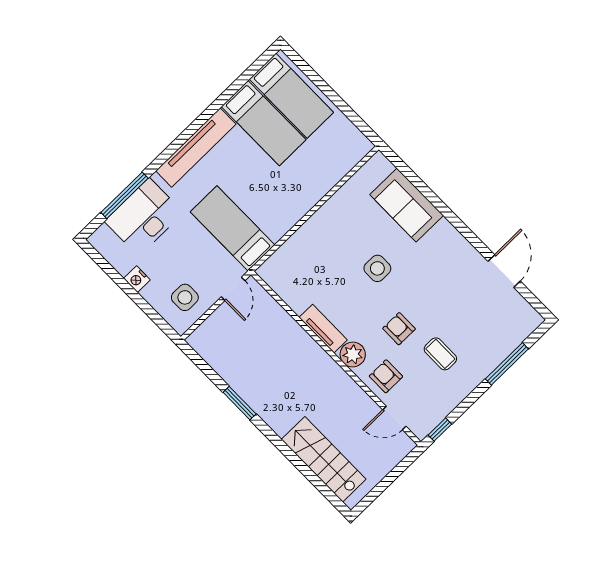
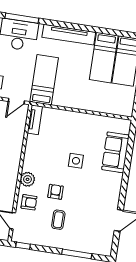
tv unit: (323, 329) -> (35, 120), moved
armchair: (386, 376) -> (29, 202), turned 90

